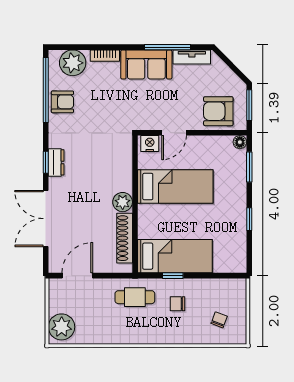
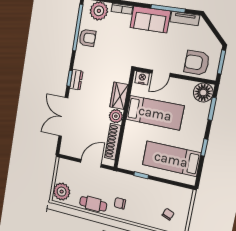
floor lamp: (240, 142) -> (203, 93), width x1.89, depth x1.89
wardrobe: (122, 173) -> (119, 96), added
bed: (175, 256) -> (171, 159), moved, turned 180
door: (77, 276) -> (91, 163), moved
cafe table: (135, 297) -> (93, 204), moved
chair: (178, 304) -> (120, 203), moved

